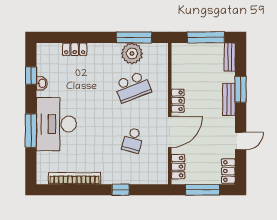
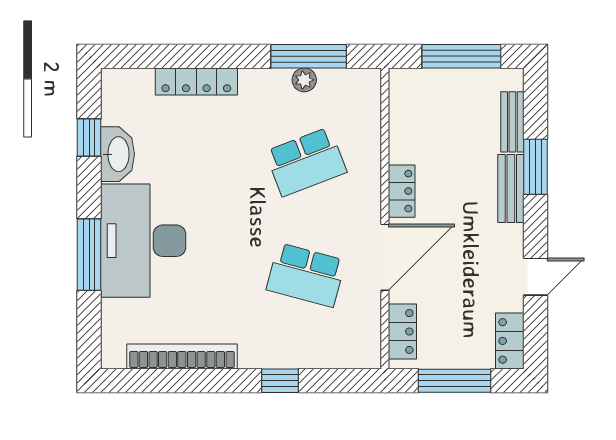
locker: (75, 49) -> (196, 81), width x1.53
plant: (132, 53) -> (304, 80), width x0.53, depth x0.53
bench: (230, 57) -> (512, 122), moved
washbasin: (42, 83) -> (117, 154), width x1.91, depth x1.45
school desk: (133, 140) -> (306, 275), width x1.85

